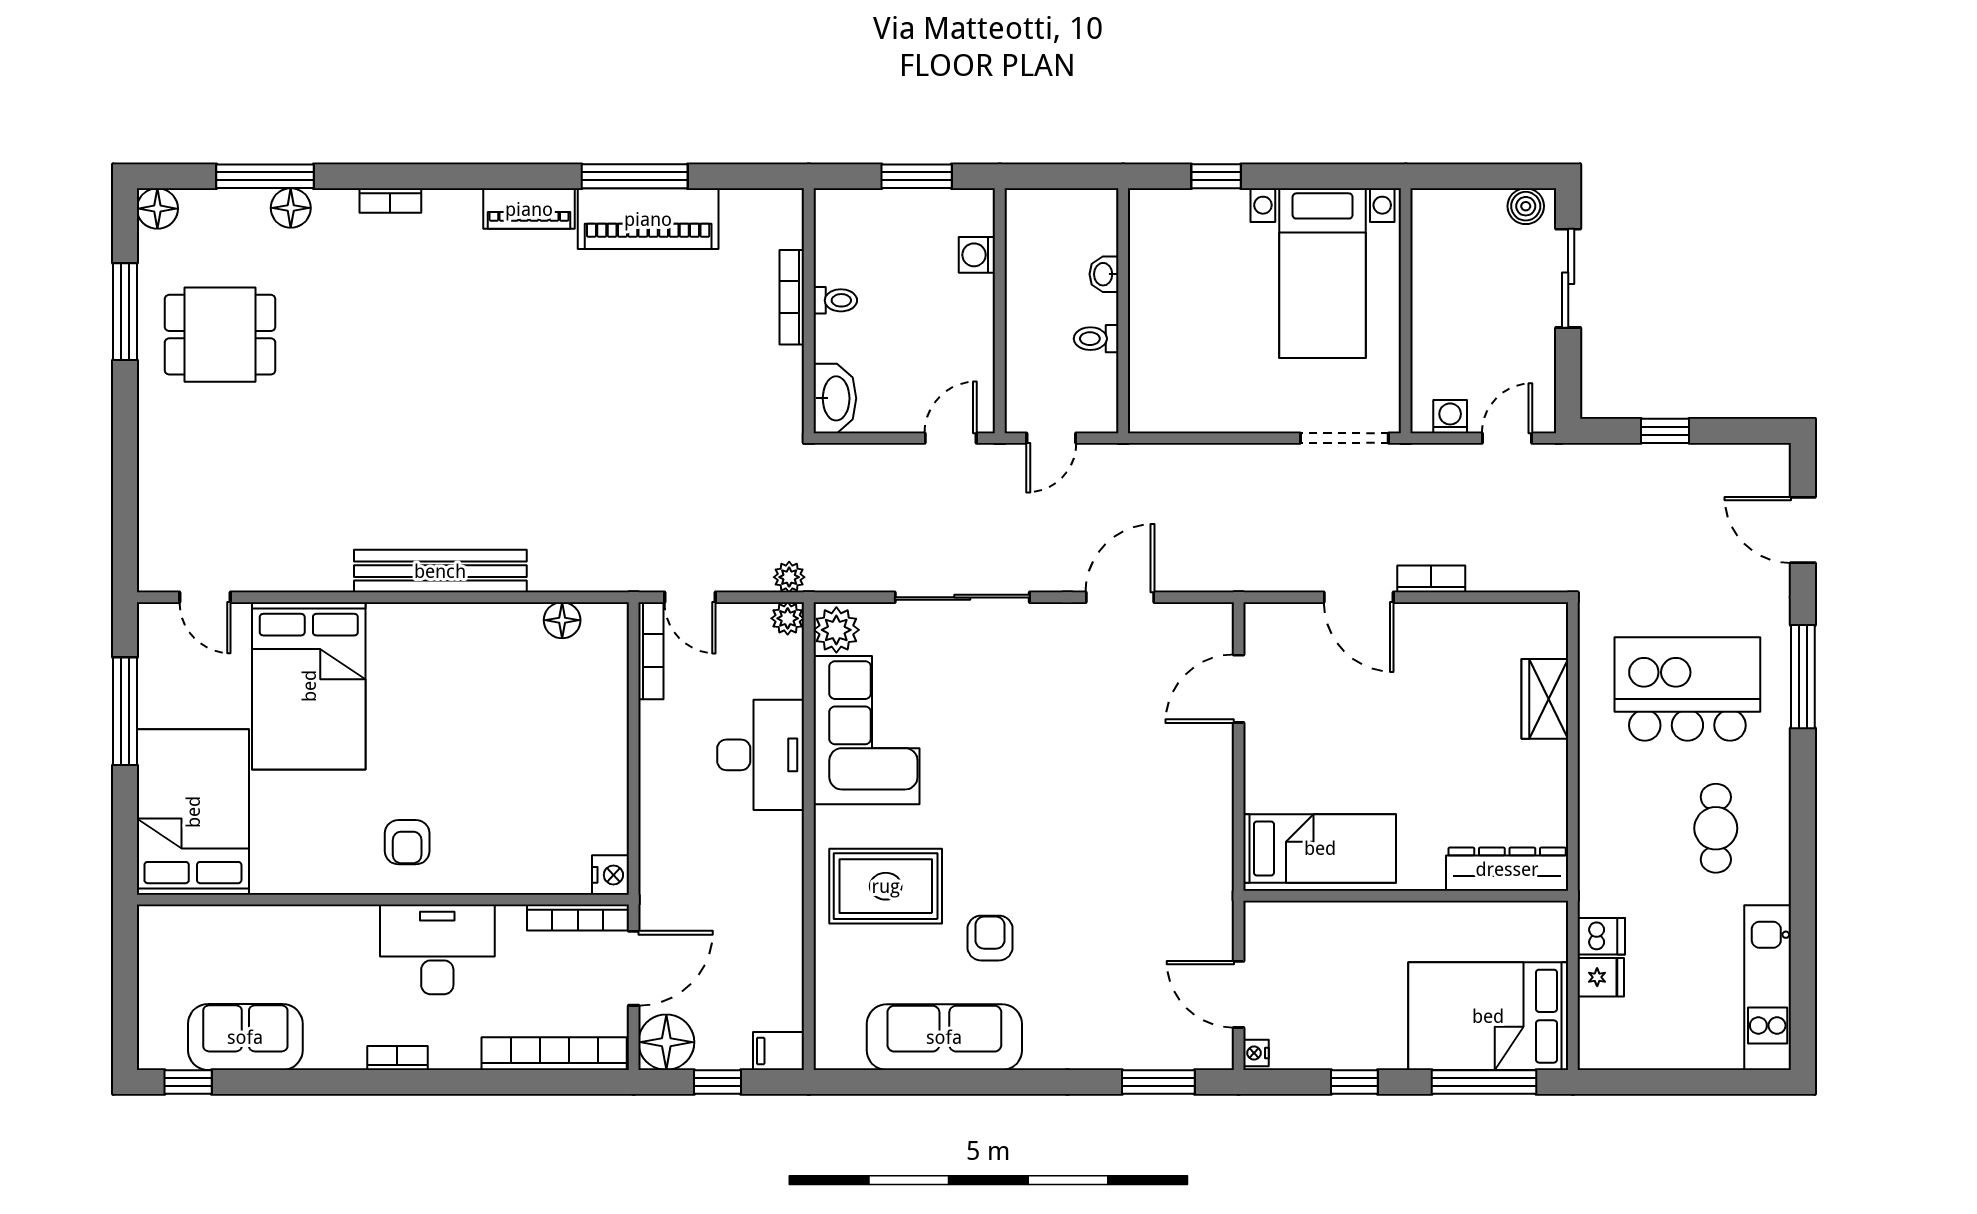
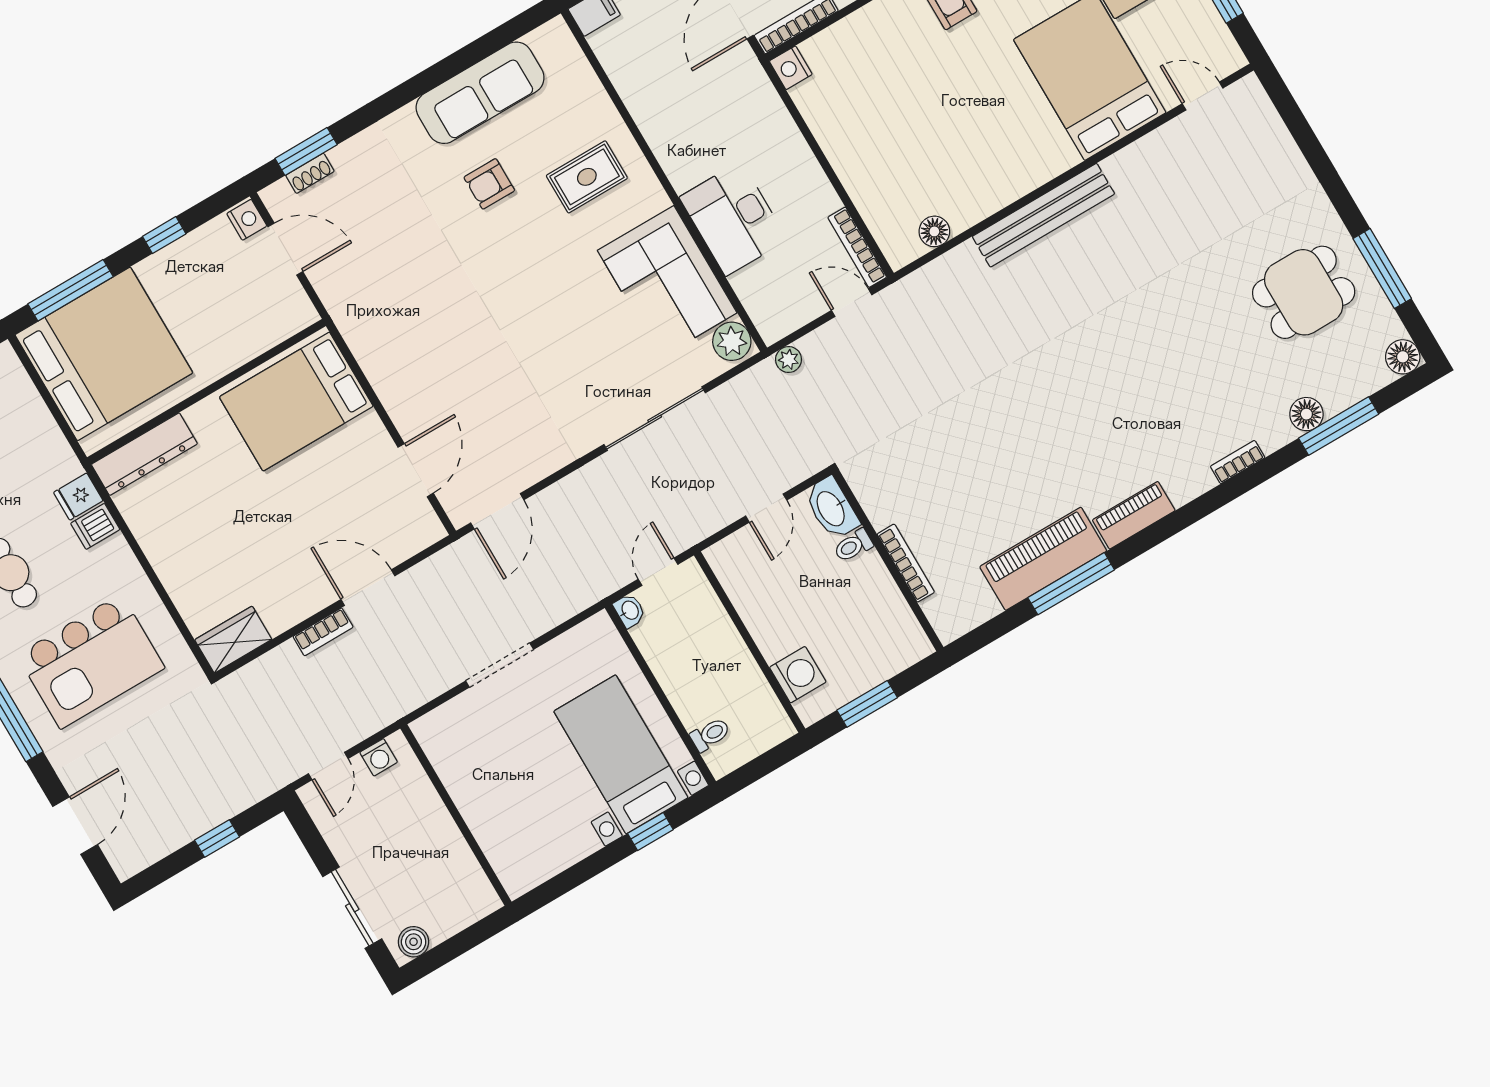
washing machine: (977, 255) -> (798, 675), width x1.38, depth x1.38
bed with nightstands: (1323, 273) -> (621, 754), moved
washbasin: (1104, 274) -> (630, 611), moved
toilet: (835, 300) -> (853, 546), moved
toilet: (1096, 339) -> (710, 735), moved
door: (951, 438) -> (766, 508), moved
doorway: (1344, 438) -> (500, 665), moved
door: (1803, 530) -> (75, 826), hinge flipped
door: (1120, 597) -> (497, 511), moved
plant: (788, 618) -> (772, 329), removed
wardrobe: (1545, 699) -> (233, 640), moved, turned -90
bed: (1320, 848) -> (296, 402), width x1.50
rug: (886, 886) -> (587, 177), width x0.73, depth x0.70
dishwasher: (1601, 936) -> (95, 526), moved
armchair: (990, 938) -> (489, 184), turned 90
fridge: (1601, 977) -> (78, 497), moved
bed: (1488, 1016) -> (104, 354), width x1.36
nightstand: (1256, 1053) -> (247, 220), width x1.39, depth x1.35
shoe rack: (1168, 1057) -> (310, 173), added

